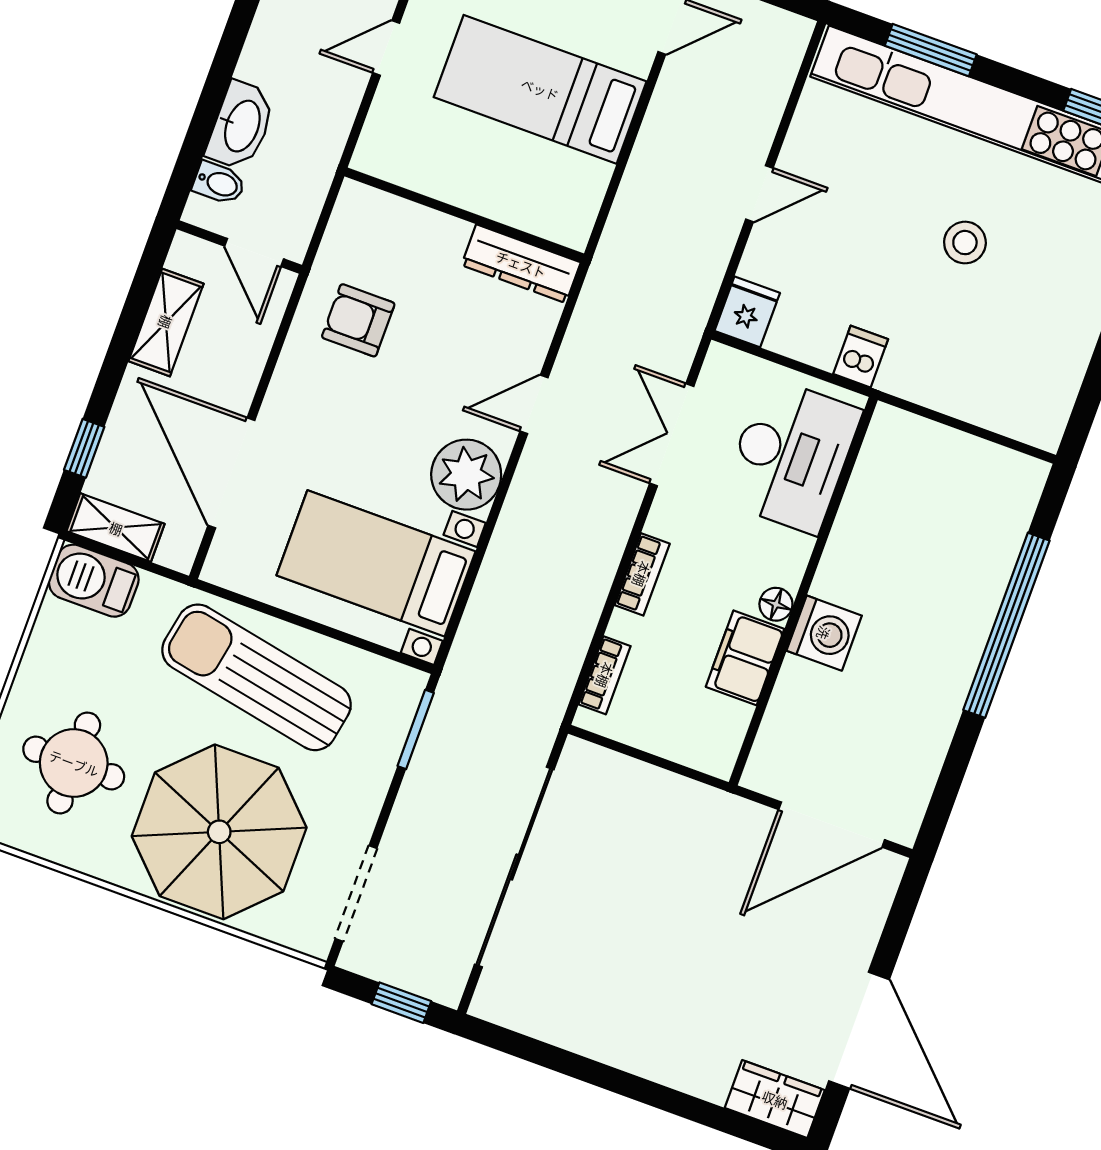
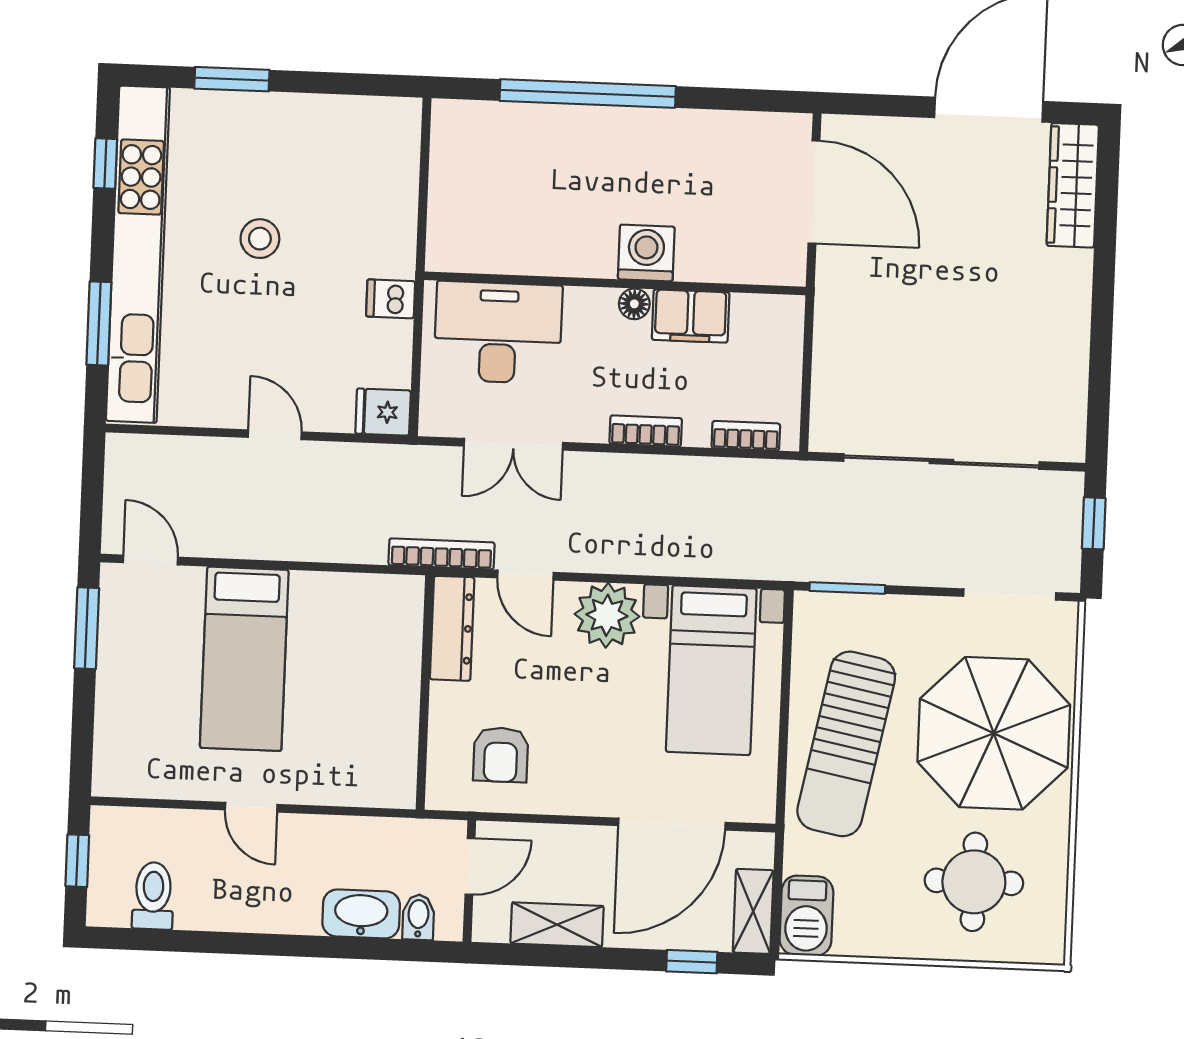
wall: (464, 215) -> (425, 693), moved
dresser: (521, 264) -> (452, 628), moved
bookcase: (583, 325) -> (442, 554), added
wardrobe: (775, 1099) -> (1073, 185), width x1.50

